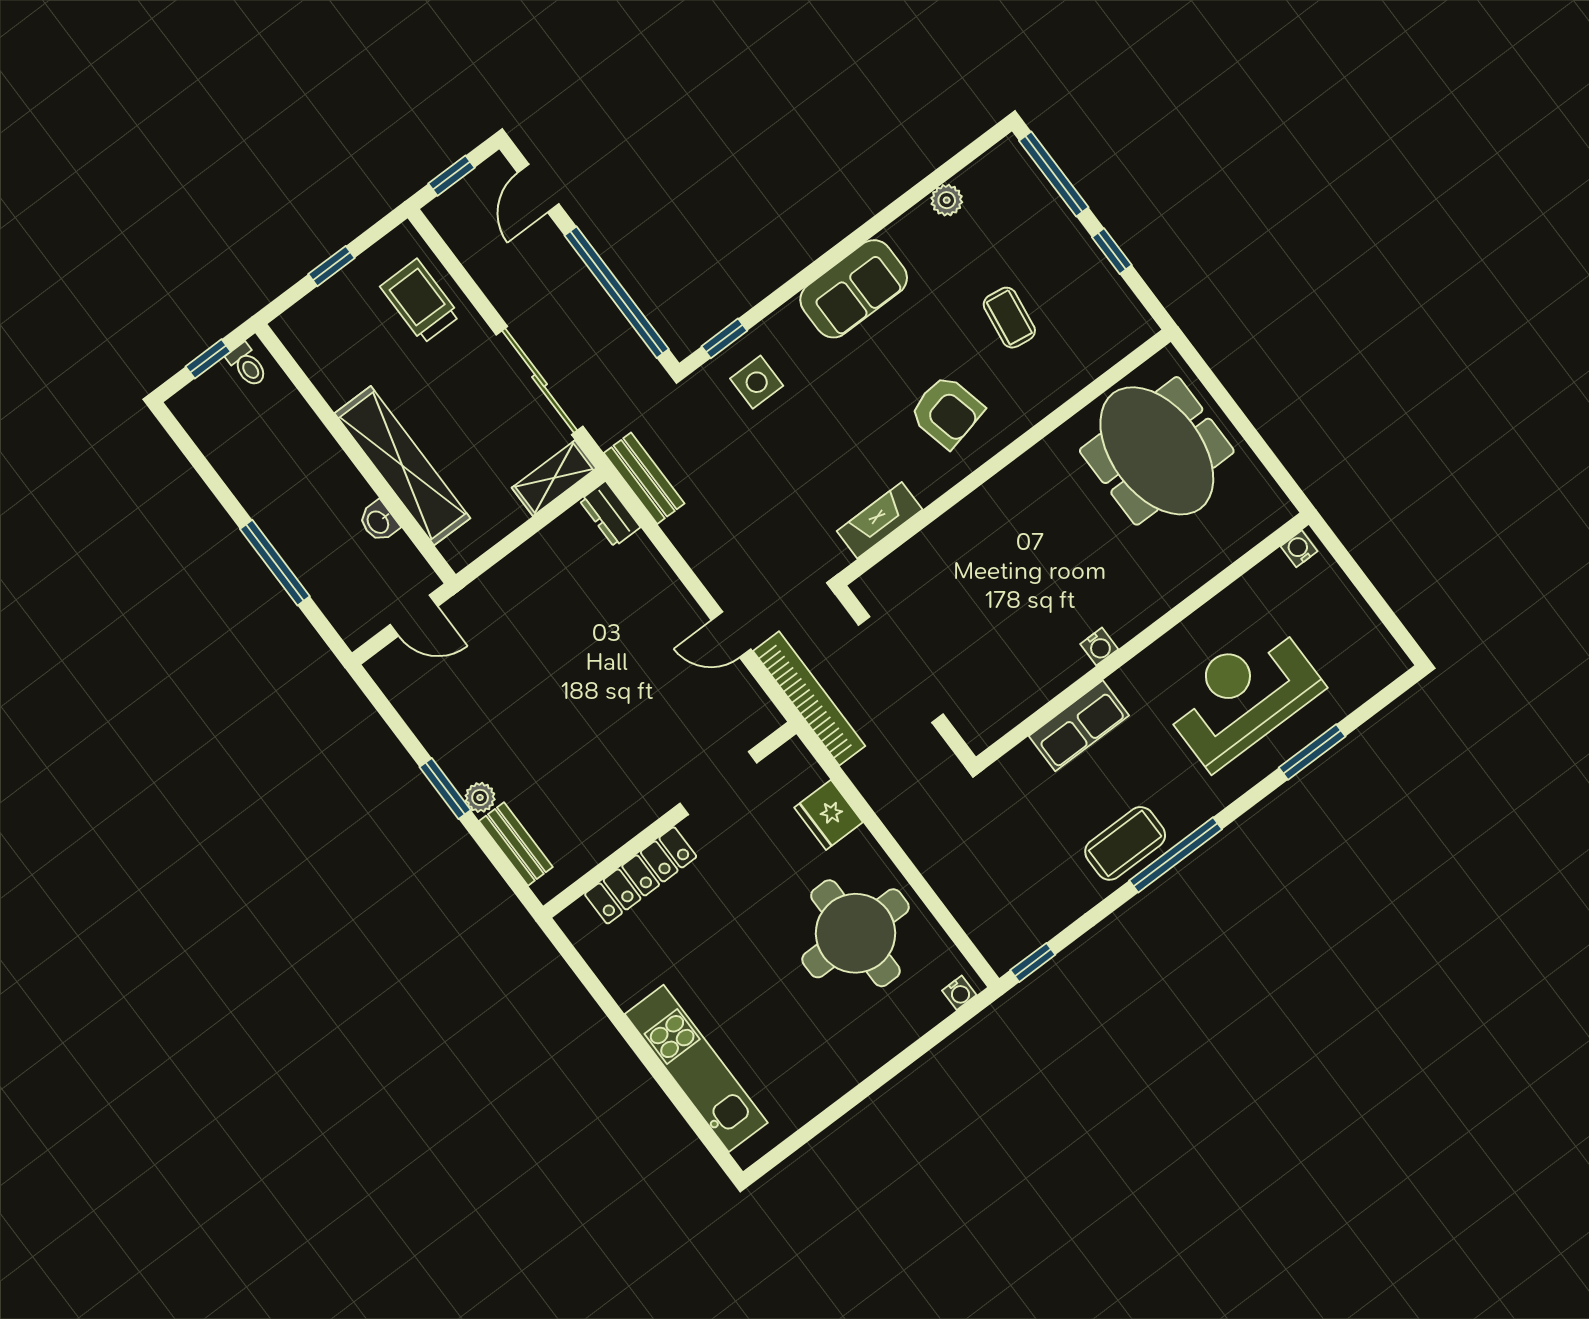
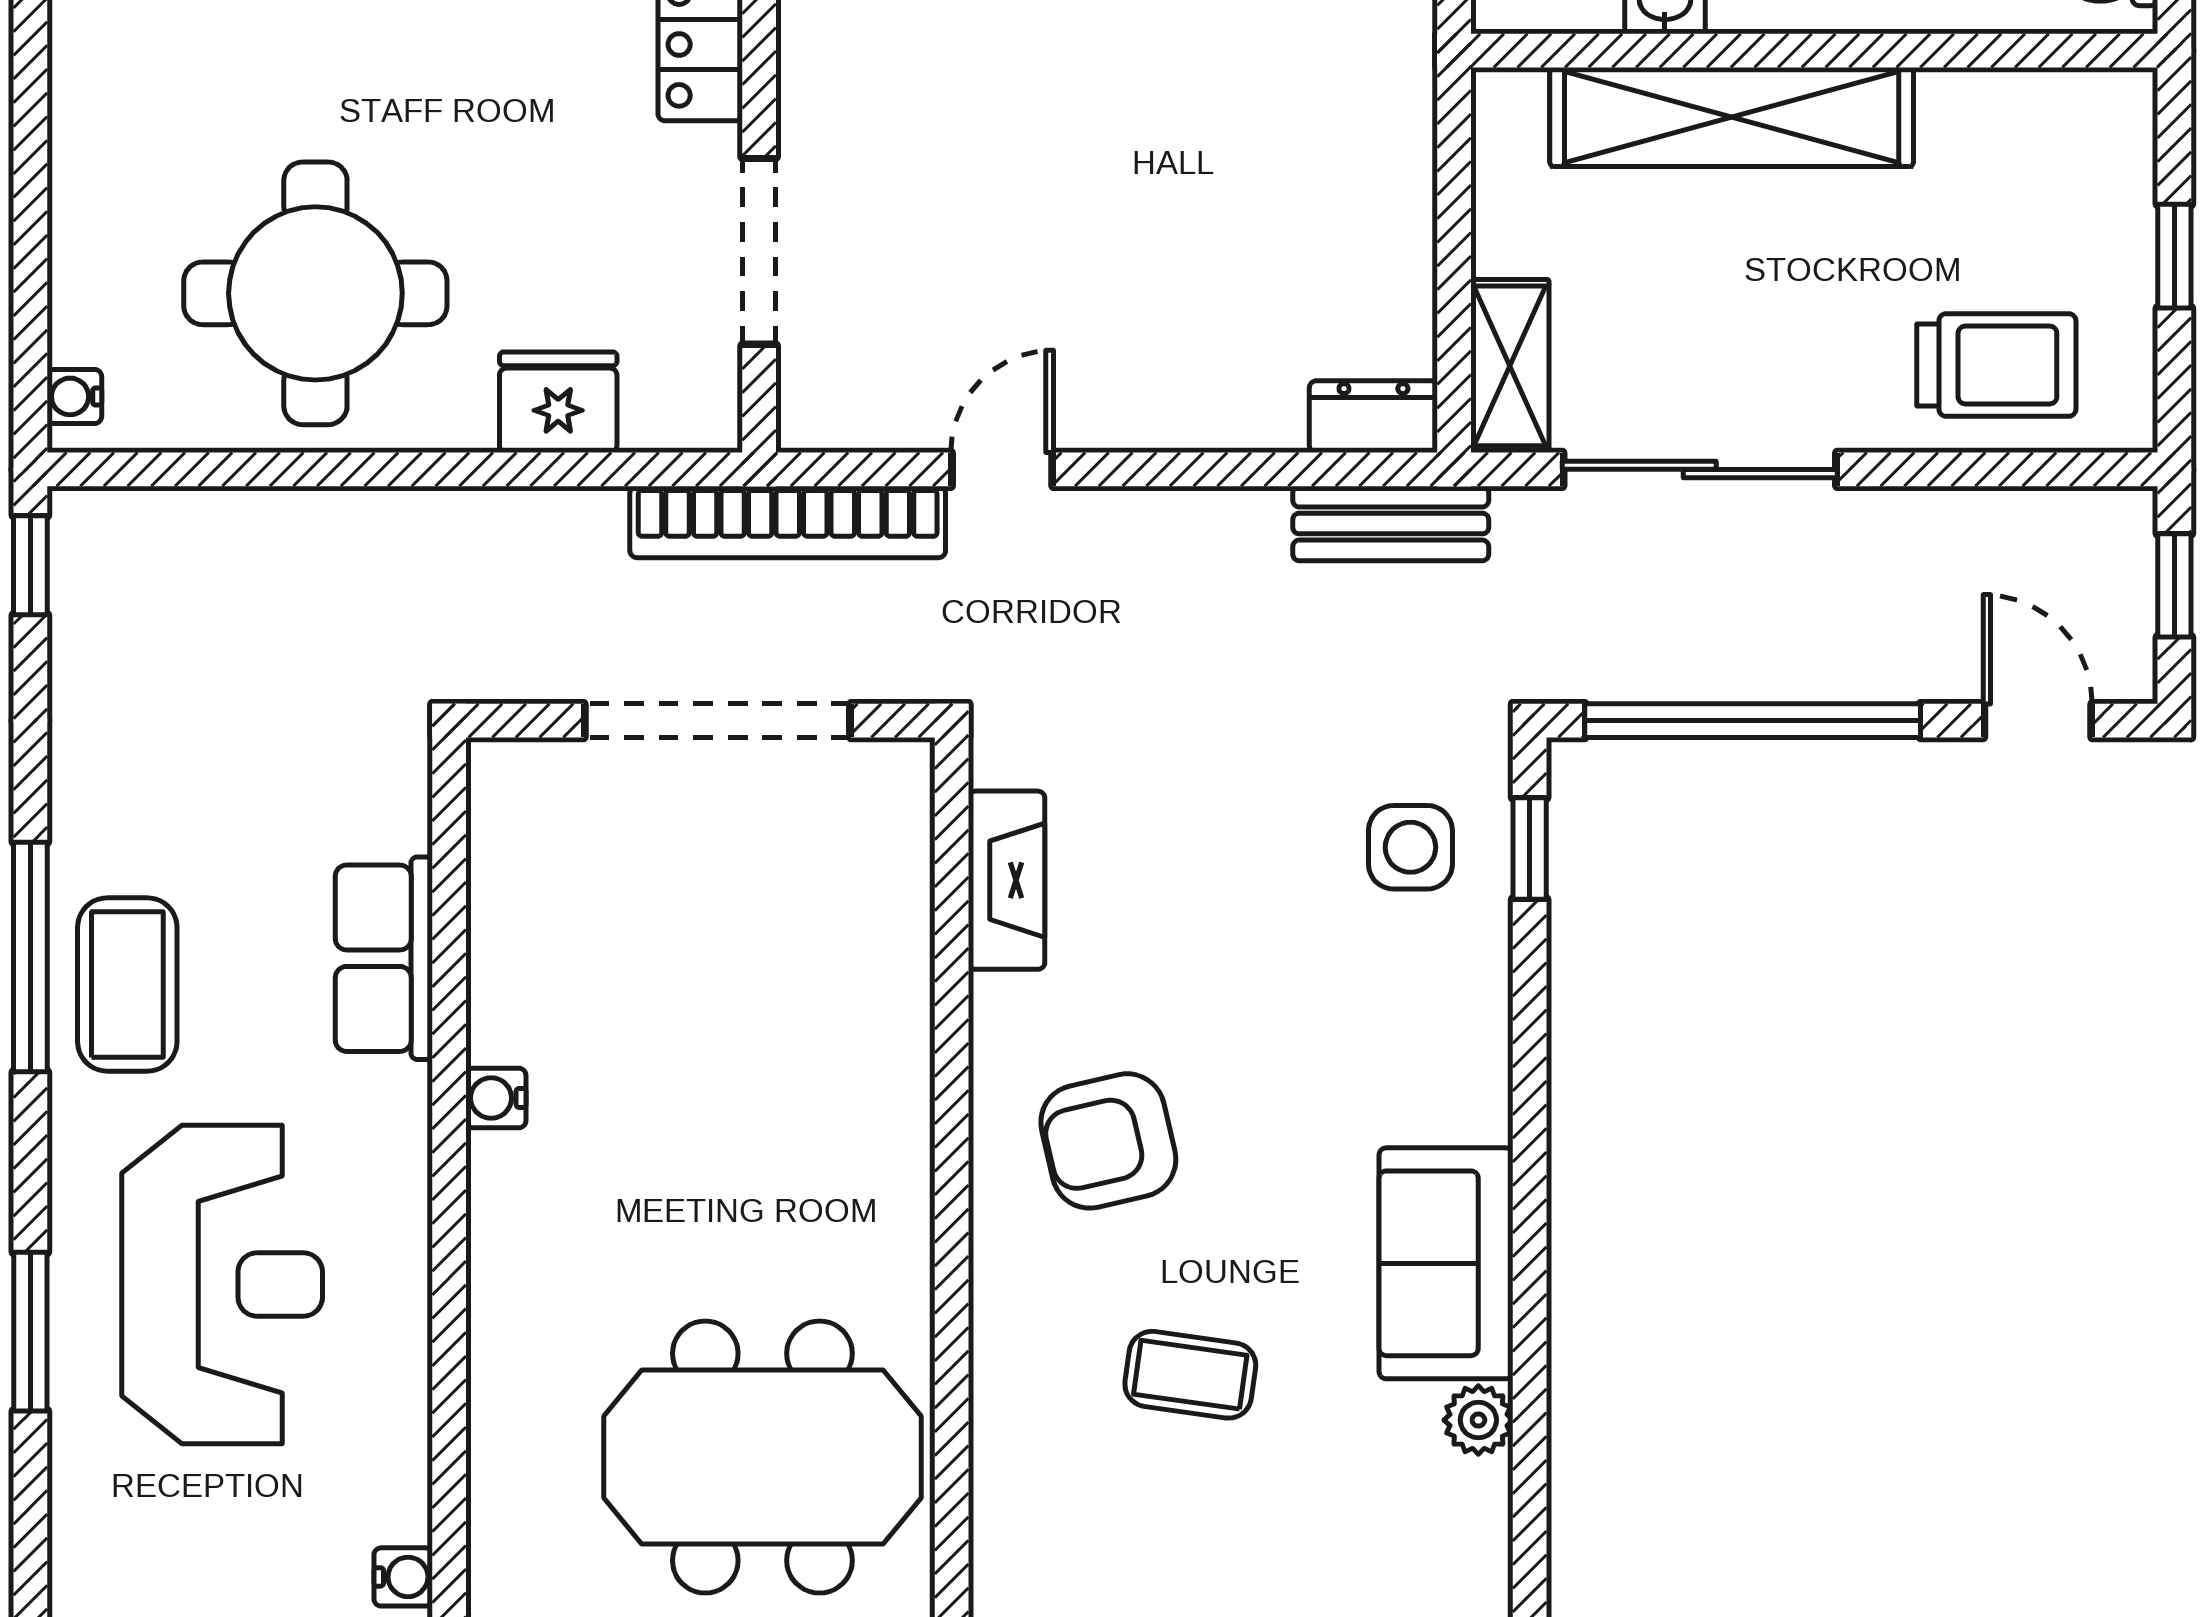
sofa: (854, 289) -> (1446, 1263), moved
coffee table: (1125, 843) -> (127, 985), moved

